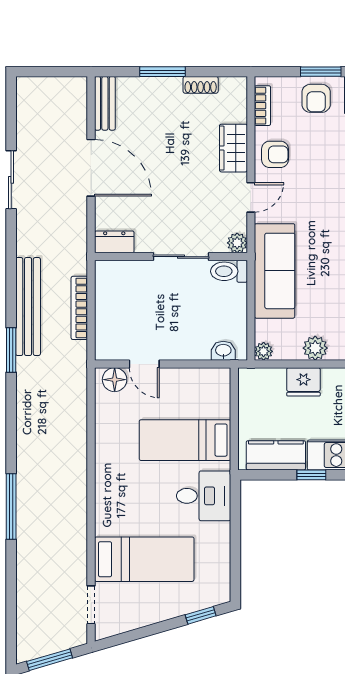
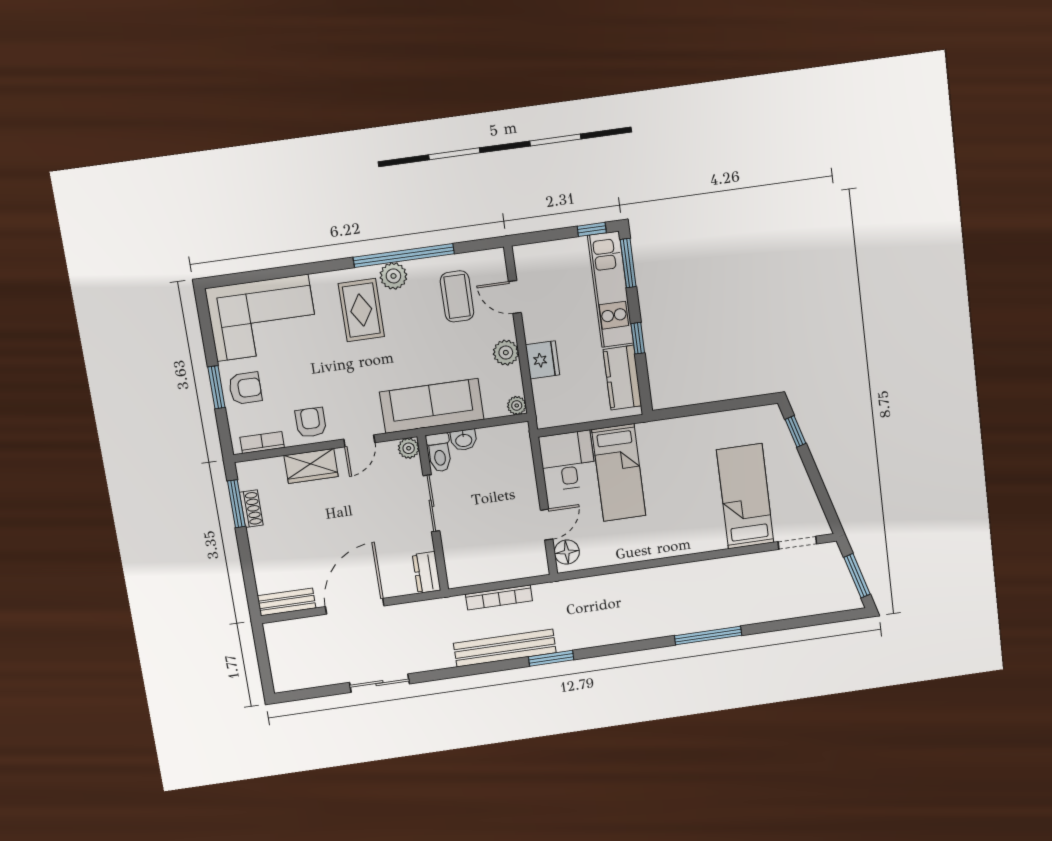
window: (162, 72) -> (236, 504), moved
door: (251, 197) -> (359, 441), swing flipped
washbasin: (223, 351) -> (464, 440), moved, turned -90
desk: (204, 496) -> (568, 461), moved

